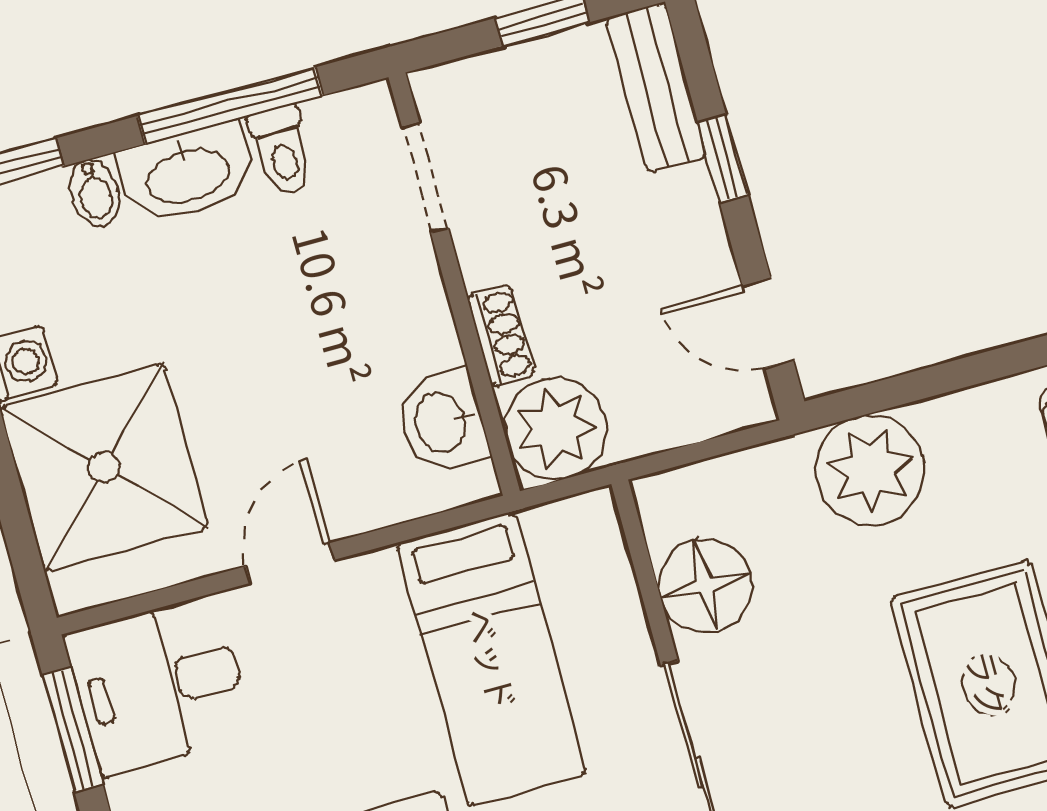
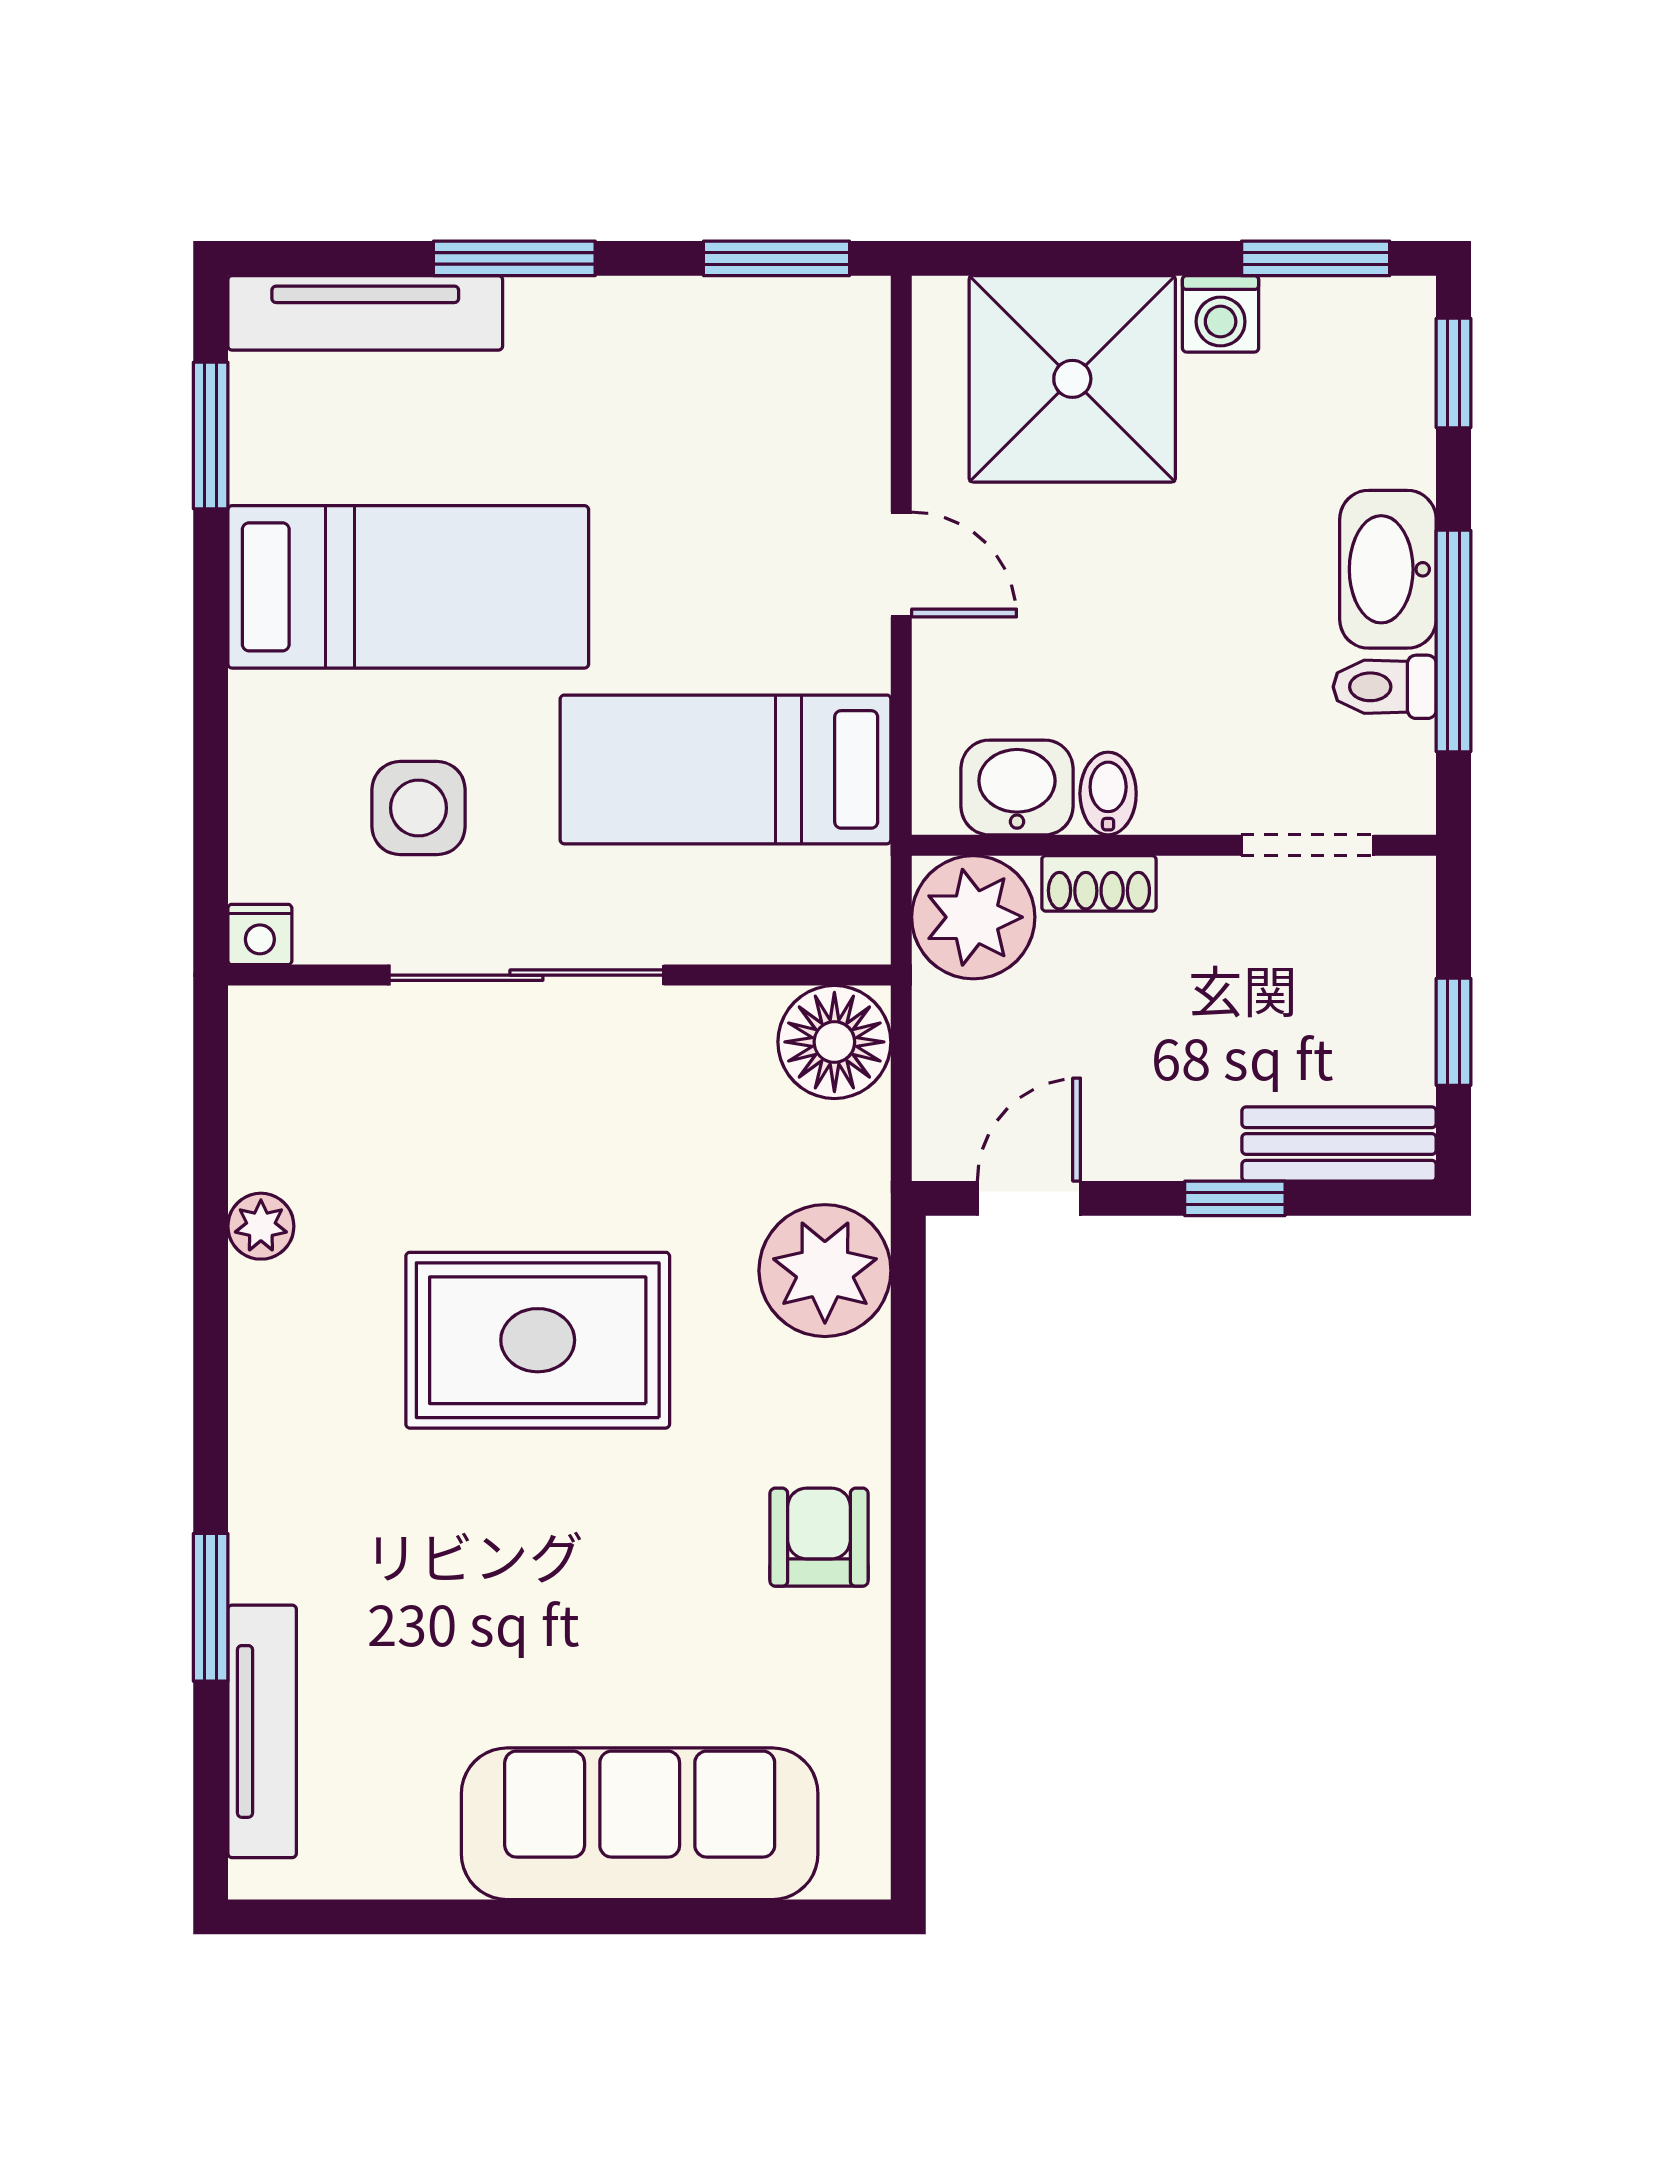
bidet: (95, 193) -> (1108, 794), moved, turned 90
floor lamp: (705, 585) -> (834, 1042), moved
desk: (159, 685) -> (800, 373), removed

